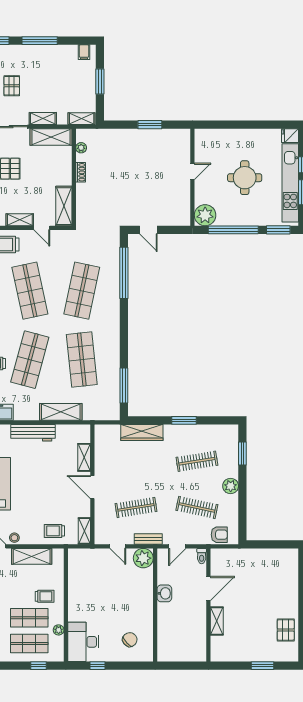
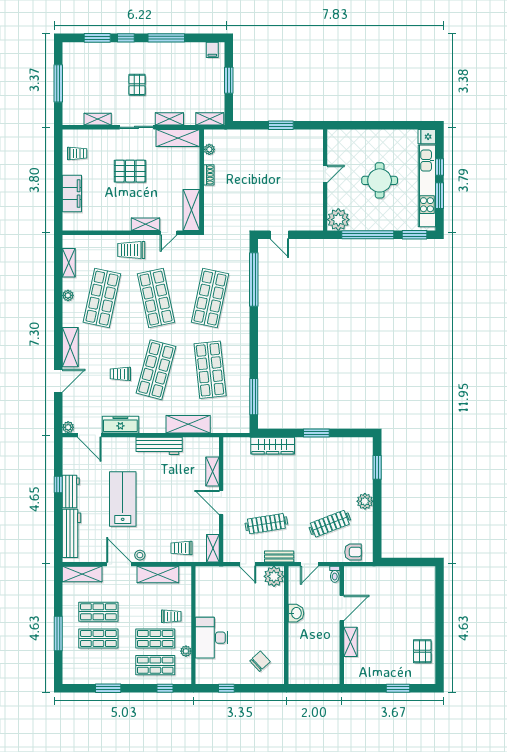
door: (42, 228) -> (168, 233), hinge flipped
clothes rail: (197, 461) -> (330, 476), removed
clothes rail: (197, 507) -> (330, 524), turned -33
desk: (83, 642) -> (212, 638), moved

